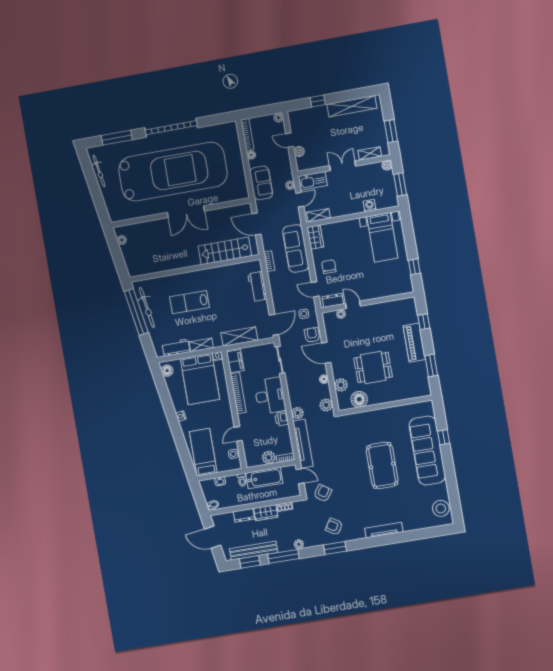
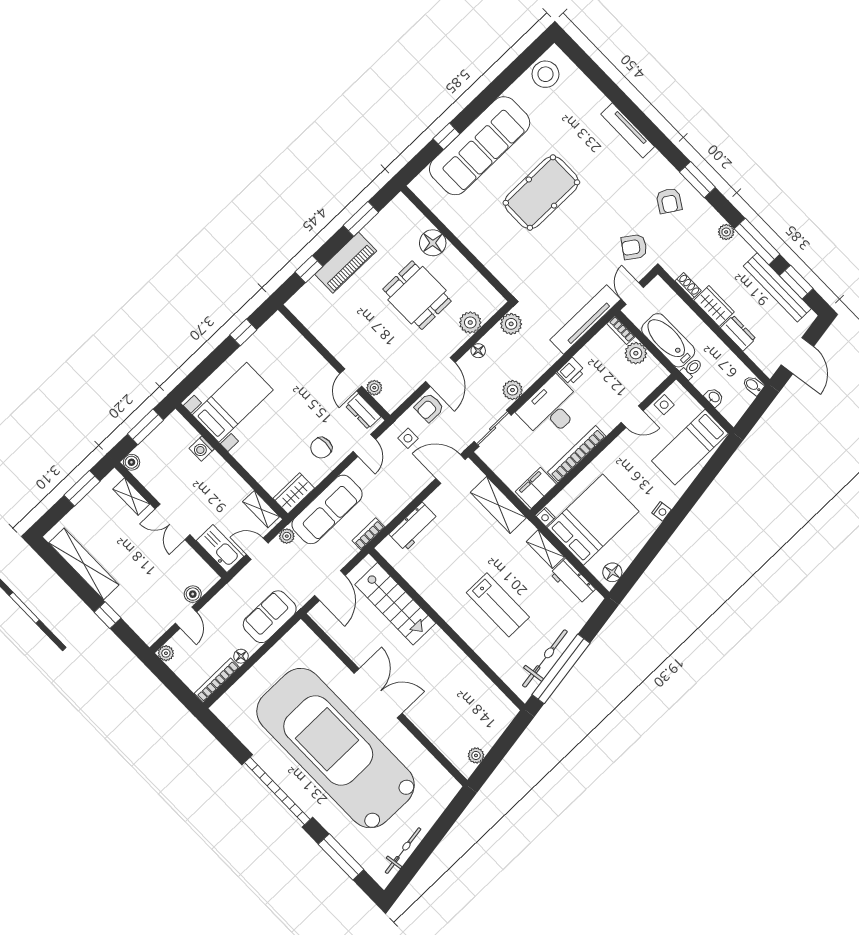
plant: (290, 185) -> (287, 536), moved
floor lamp: (359, 399) -> (433, 243), moved
plant: (298, 413) -> (512, 390), moved

